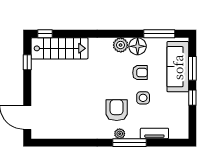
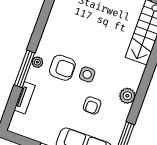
floor lamp: (138, 46) -> (120, 113), removed
side table: (143, 98) -> (87, 74), moved

